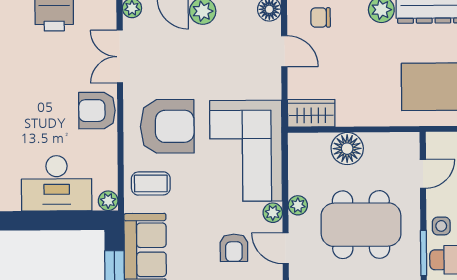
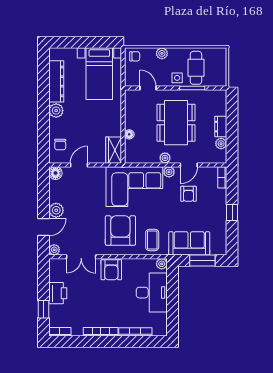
floor lamp: (347, 149) -> (129, 134), width x0.53, depth x0.53
armchair: (234, 248) -> (188, 194), turned 90

